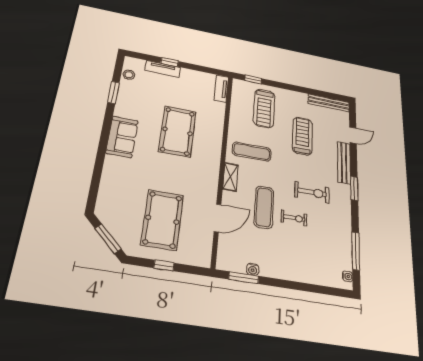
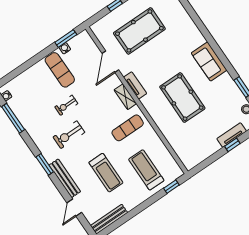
tv unit: (221, 89) -> (135, 85), moved
exercise mat: (264, 207) -> (60, 70), moved
pool table: (162, 220) -> (139, 31), turned 90

